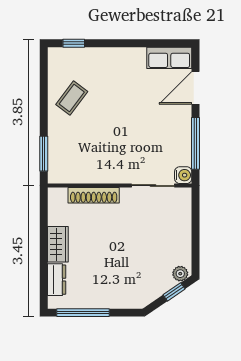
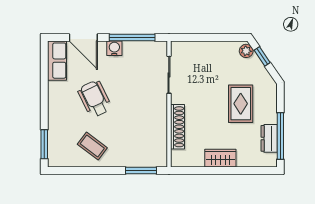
window: (74, 43) -> (44, 144), width x1.50
wheelchair: (126, 101) -> (95, 99), added
water cooler: (183, 175) -> (114, 48), moved
rug: (120, 267) -> (241, 104), added
dresser: (57, 280) -> (269, 138), moved, turned -90

